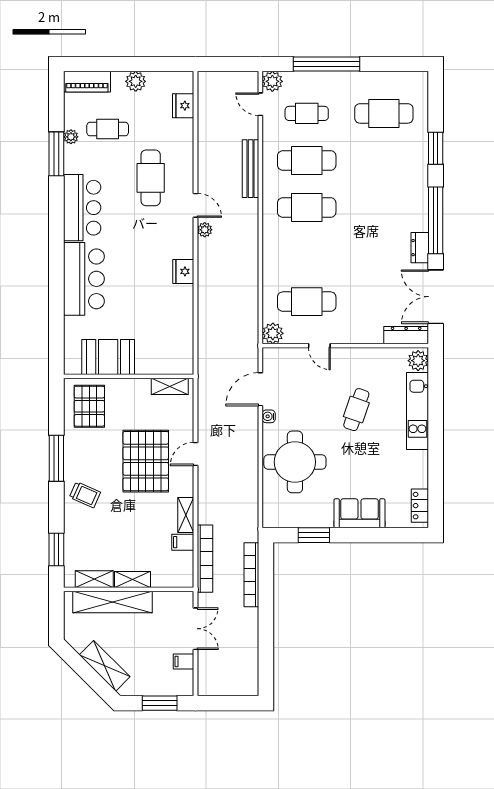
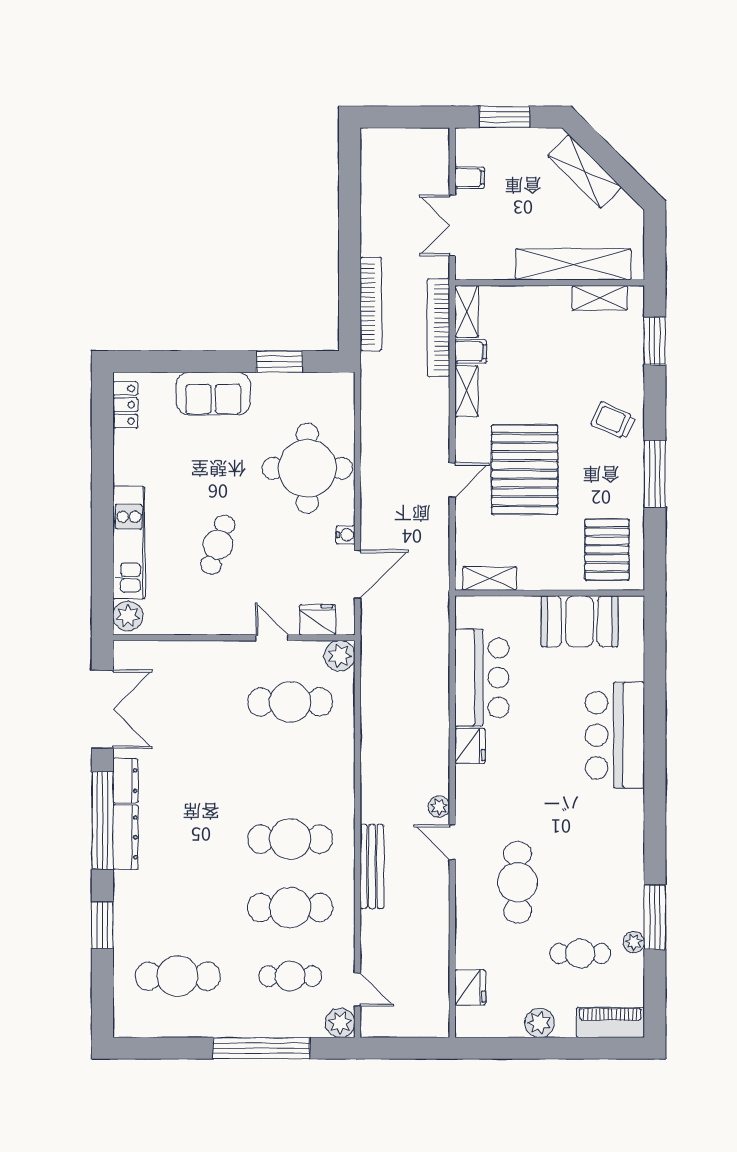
bench: (251, 169) -> (372, 866), moved
bar counter: (82, 208) -> (482, 678), moved, turned 180
dresser: (406, 335) -> (126, 837), moved, turned -90
fridge: (288, 358) -> (318, 620), added
shelving: (132, 579) -> (467, 311), moved, turned 90

